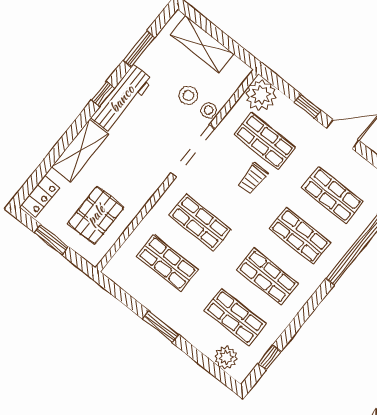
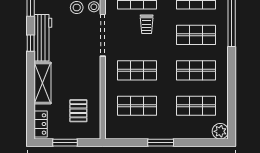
pallet: (96, 215) -> (78, 111), width x0.67, depth x0.71
plant: (226, 358) -> (220, 131), moved
window: (269, 358) -> (232, 113), removed

